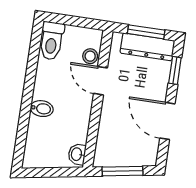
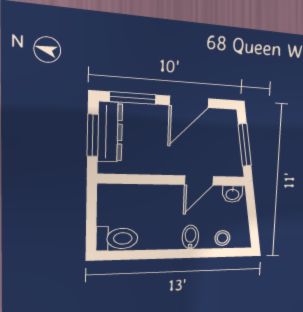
stool: (90, 56) -> (222, 238), moved
window: (175, 70) -> (133, 98), width x1.50
door: (100, 81) -> (199, 180), moved

